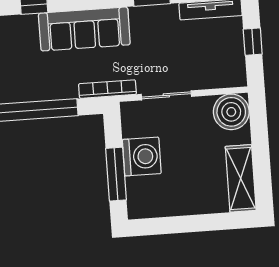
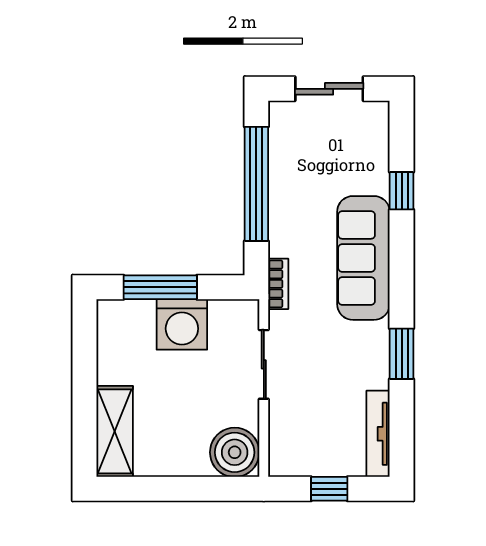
bookcase: (107, 89) -> (278, 284), width x0.64
shelving: (241, 178) -> (115, 431), moved, turned 90

